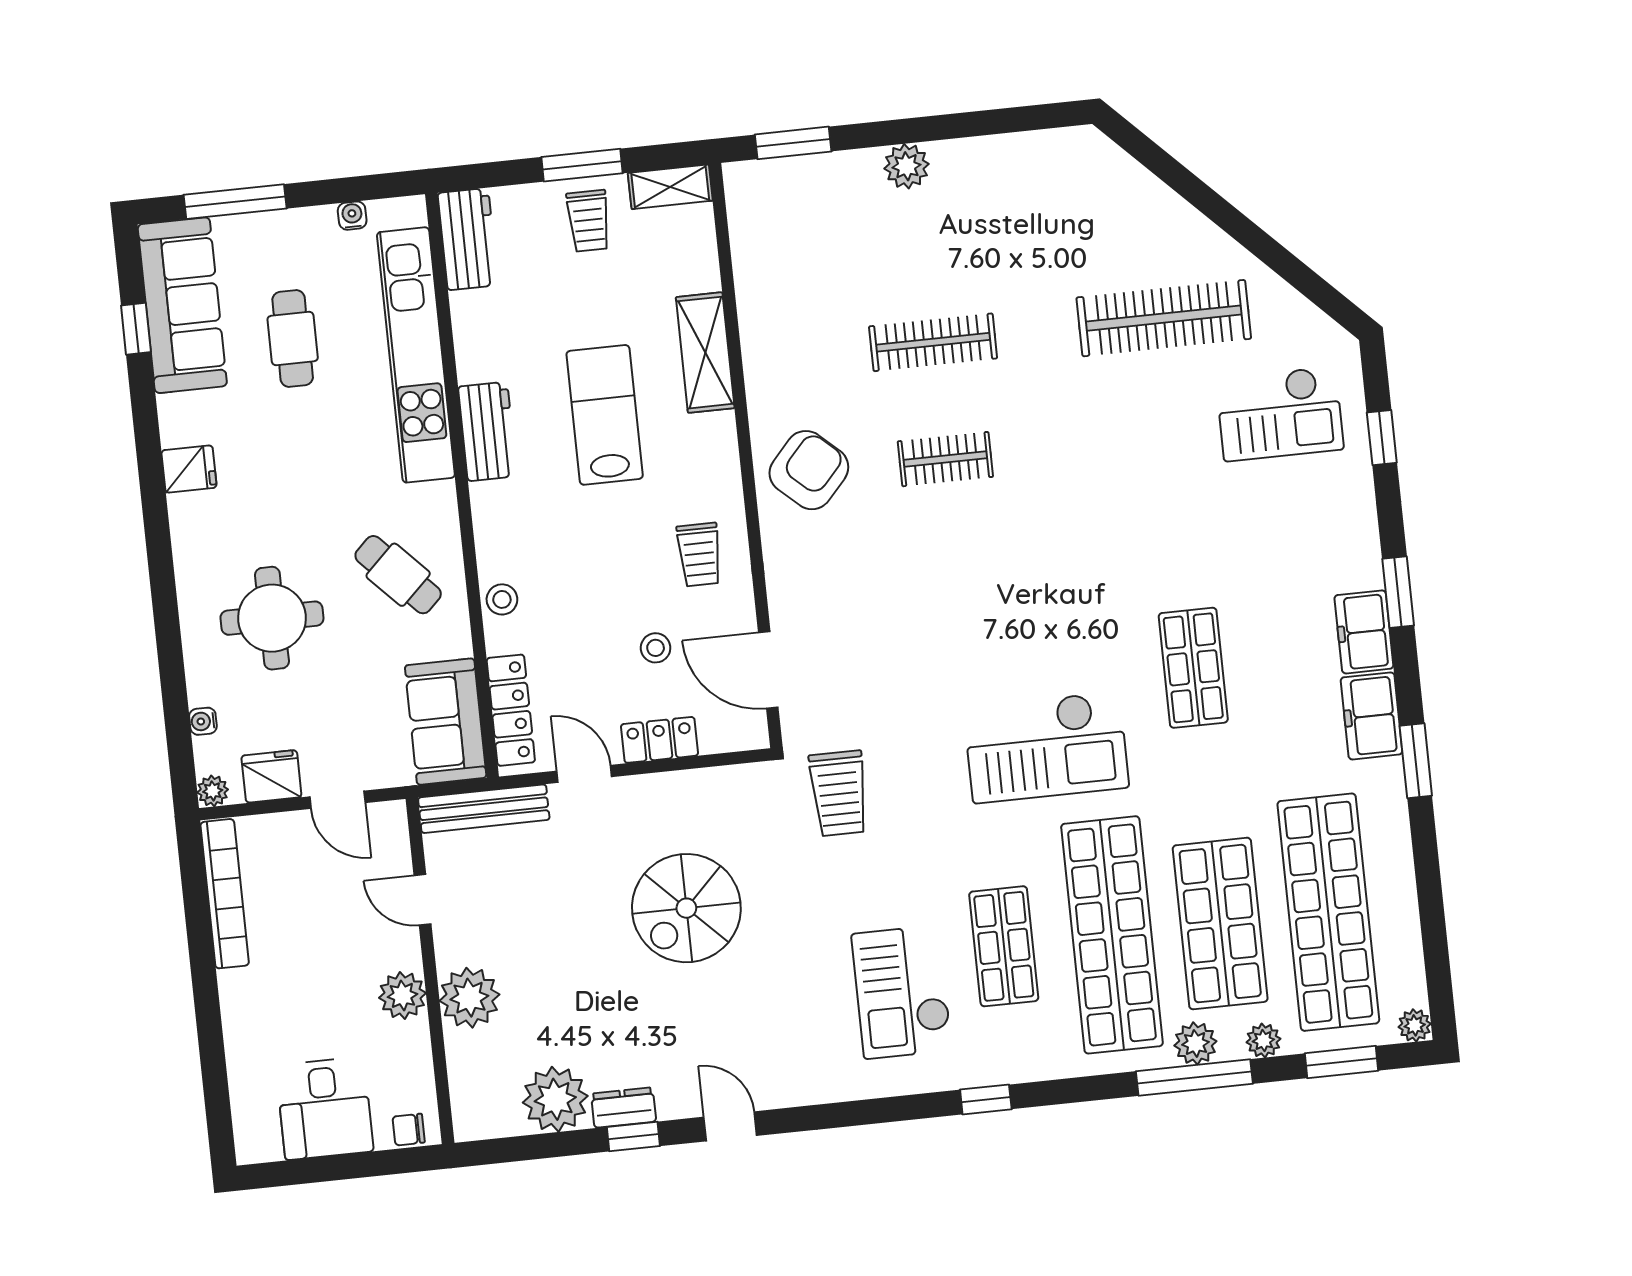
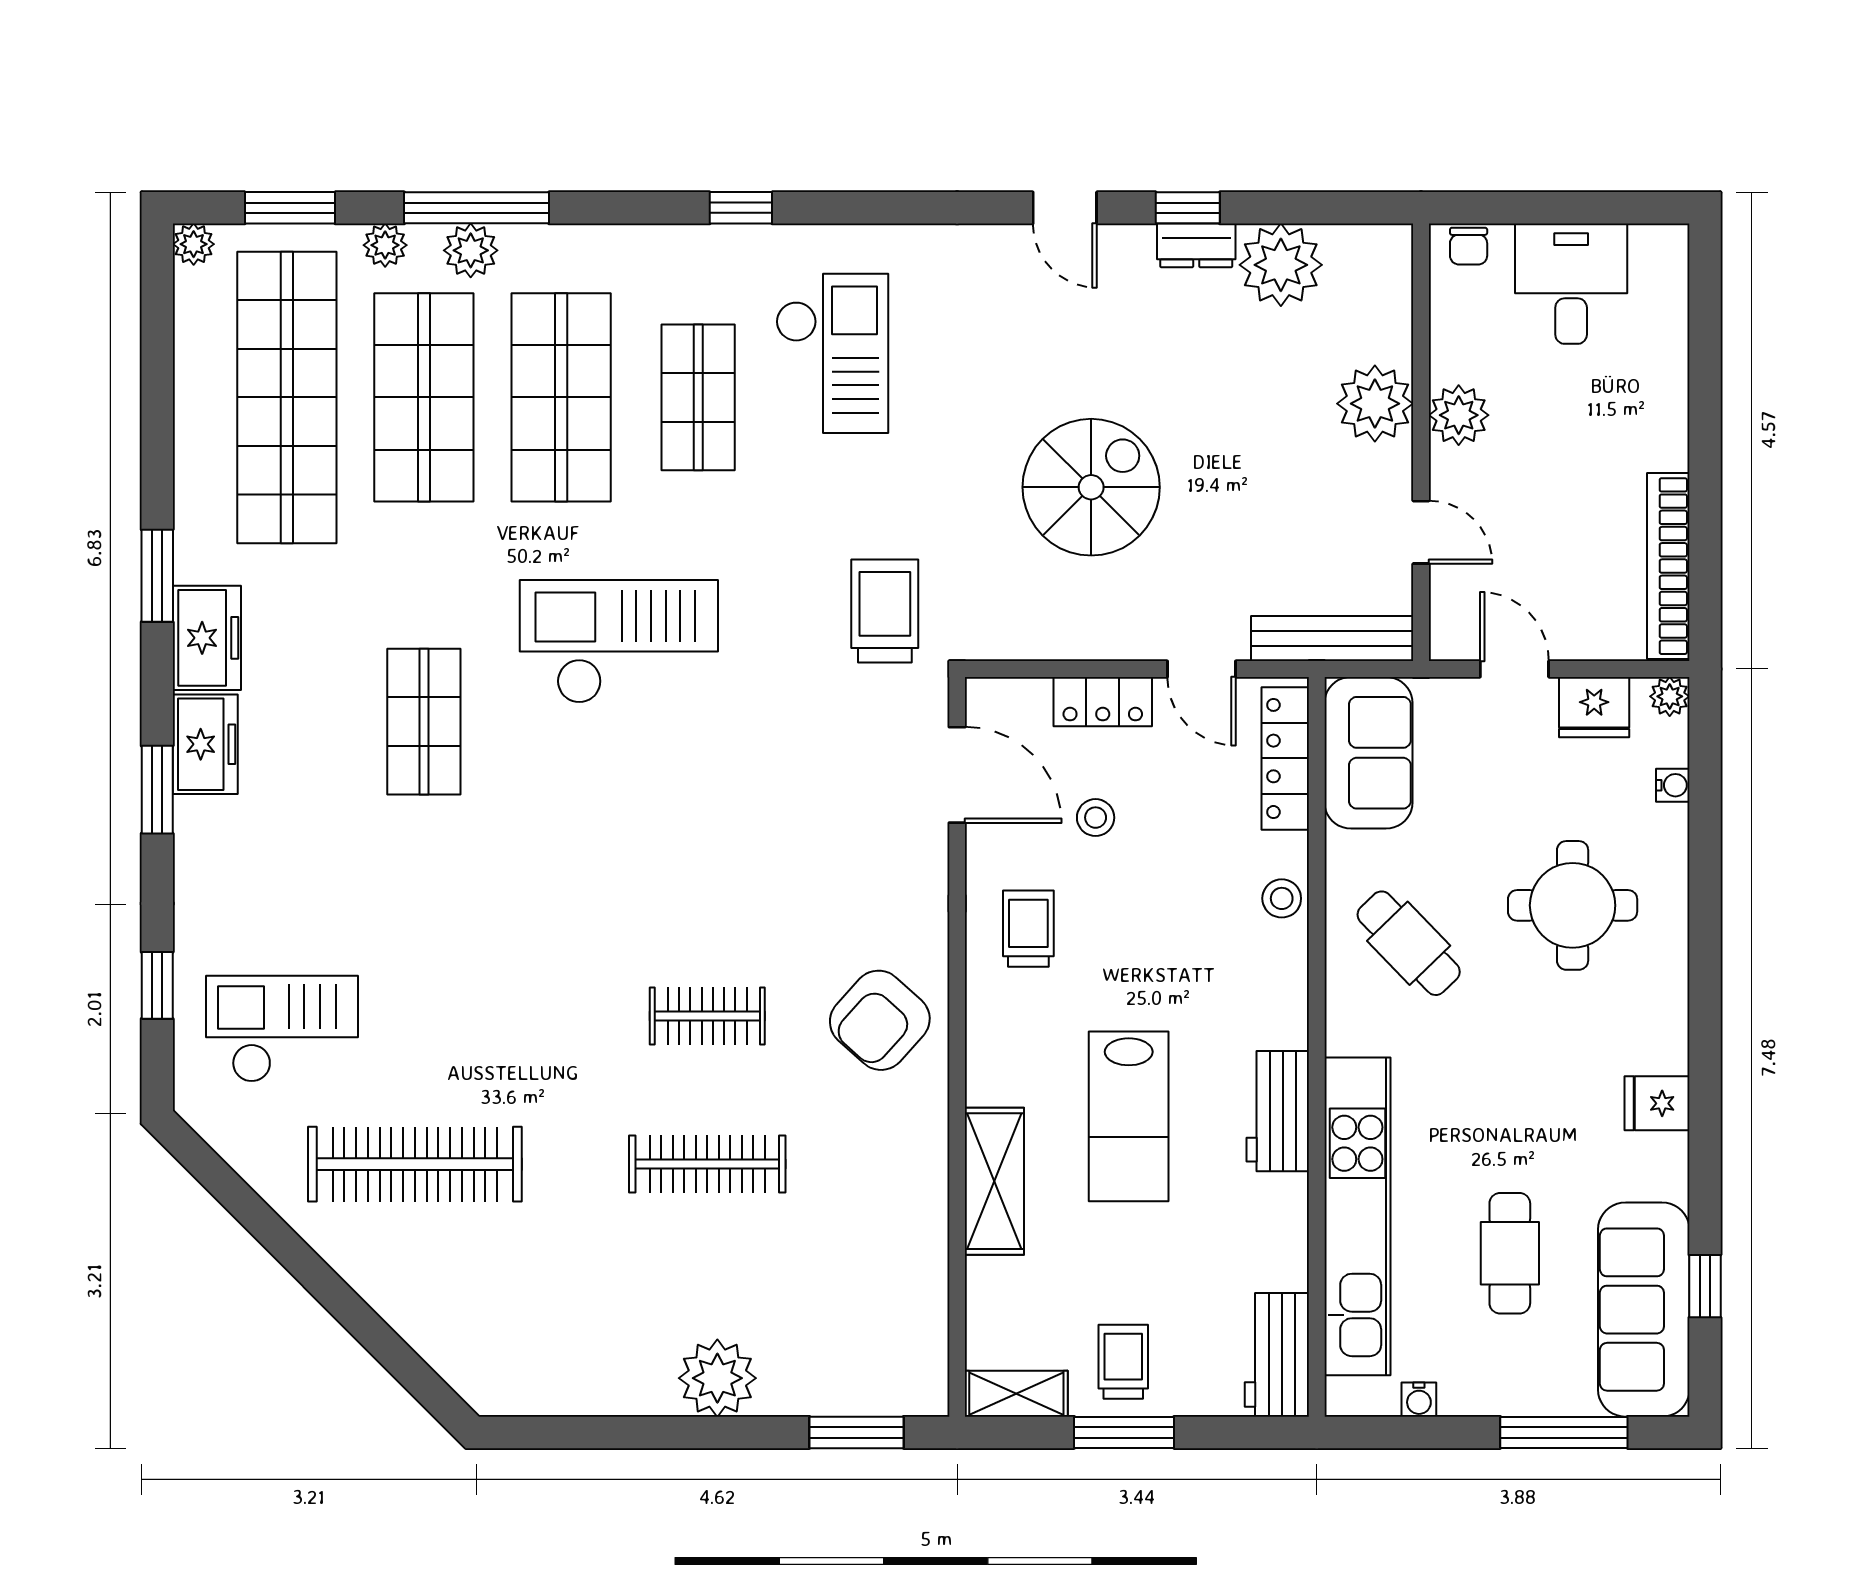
plant: (907, 166) -> (717, 1378), width x1.36, depth x1.36
shop shelf: (1112, 935) -> (561, 397), width x0.71
chair: (409, 1130) -> (1469, 246), turned 90

